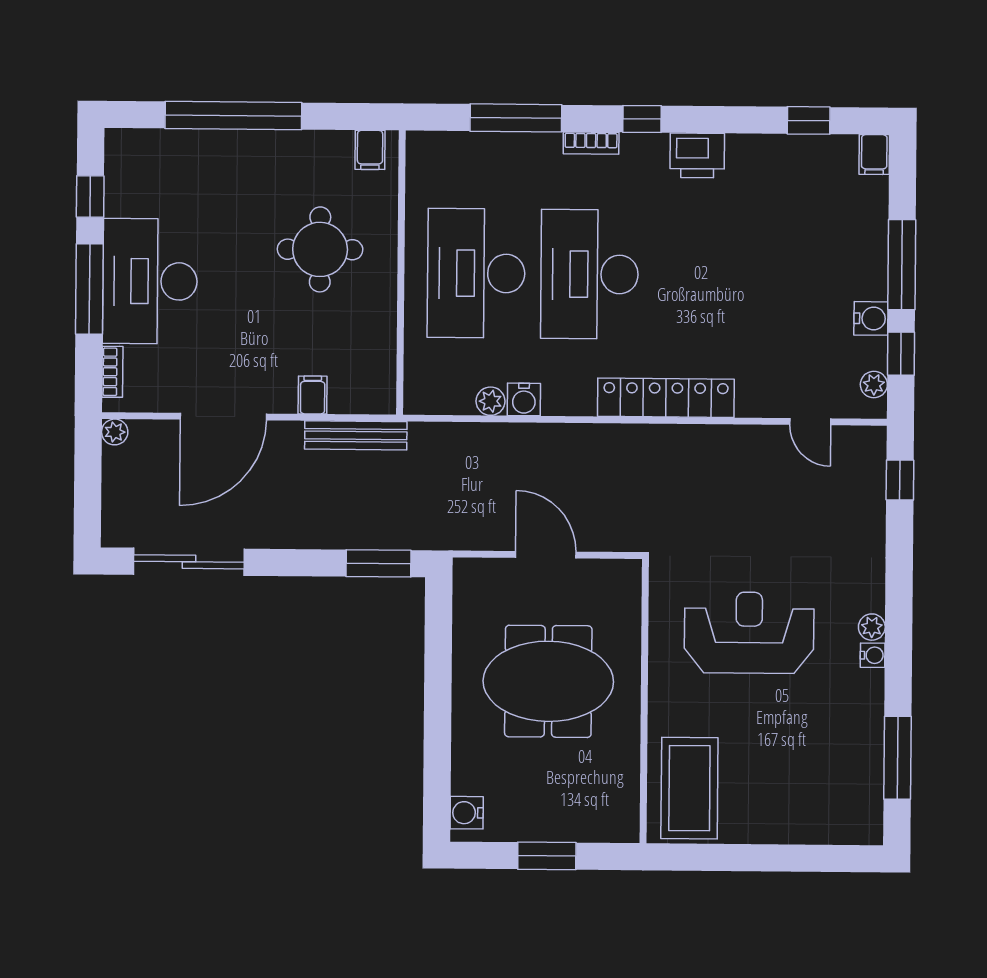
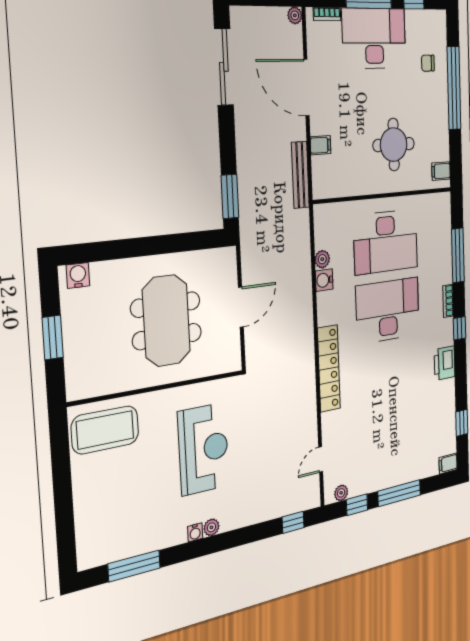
chair: (191, 171) -> (428, 63), added
desk: (476, 273) -> (386, 242), turned 180
water cooler: (871, 318) -> (373, 482), removed

